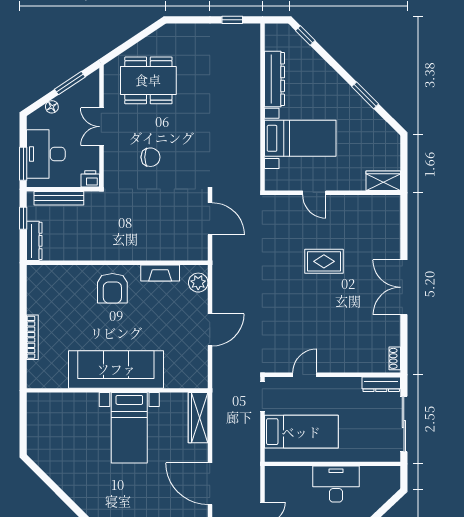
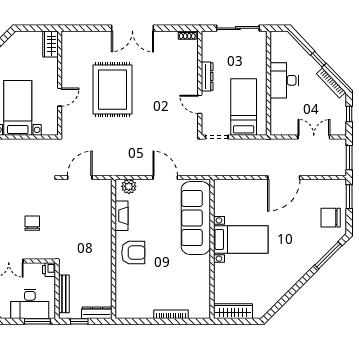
rug: (324, 261) -> (112, 90), width x1.86, depth x2.06
sofa: (116, 369) -> (196, 218), moved
dresser: (381, 384) -> (207, 77), moved
wardrobe: (198, 418) -> (233, 311), moved, turned 180

